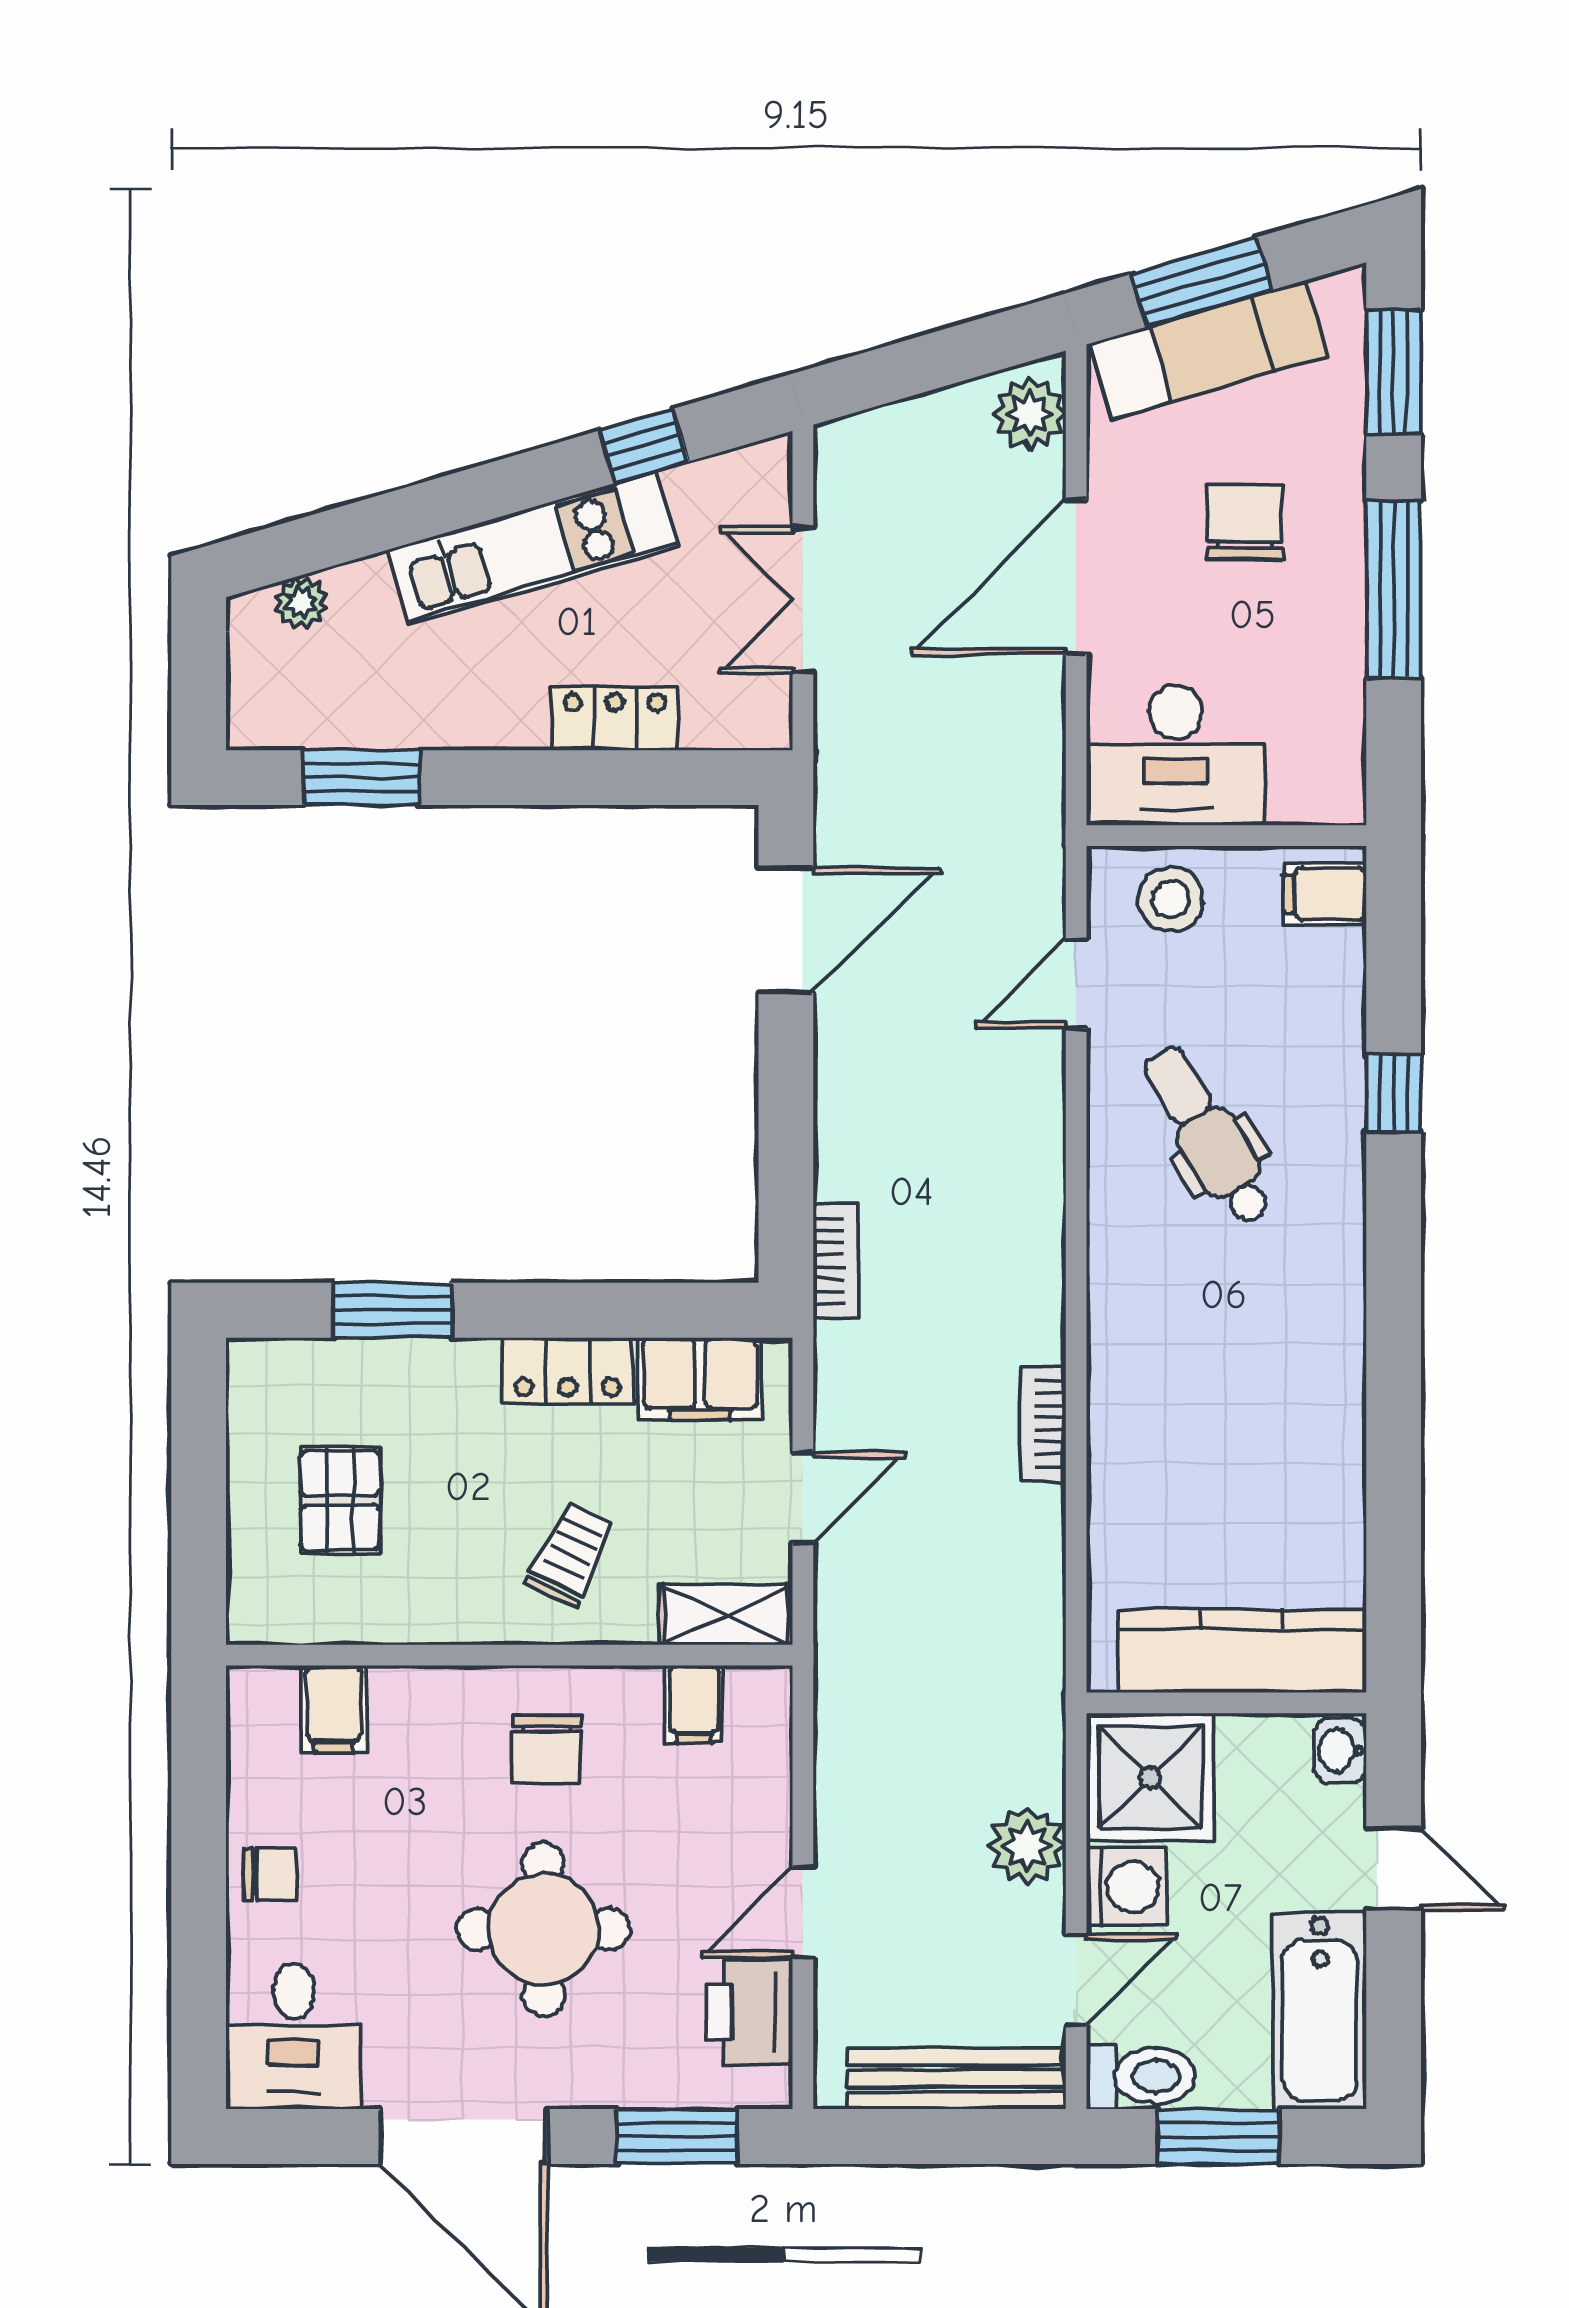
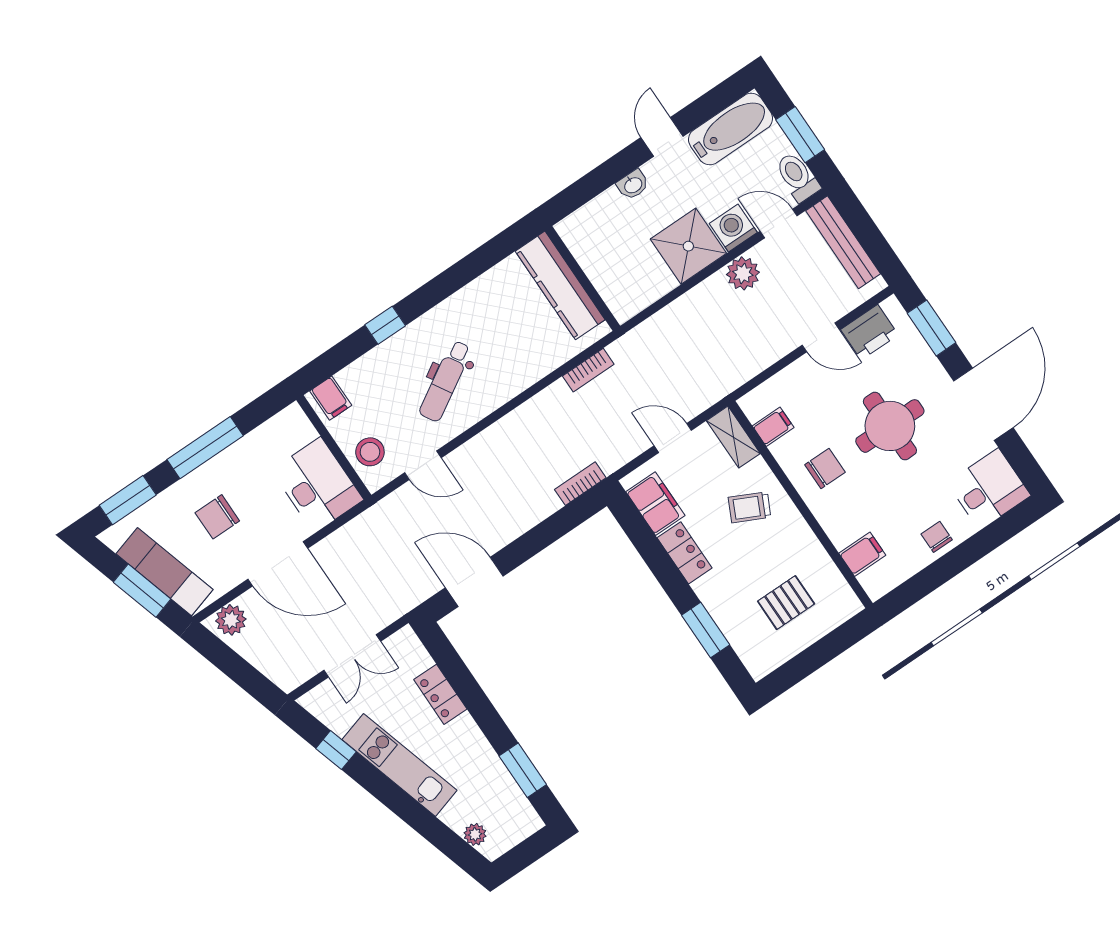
kitchen counter: (1242, 1651) -> (560, 285), moved
wall: (1226, 1703) -> (582, 278), moved

